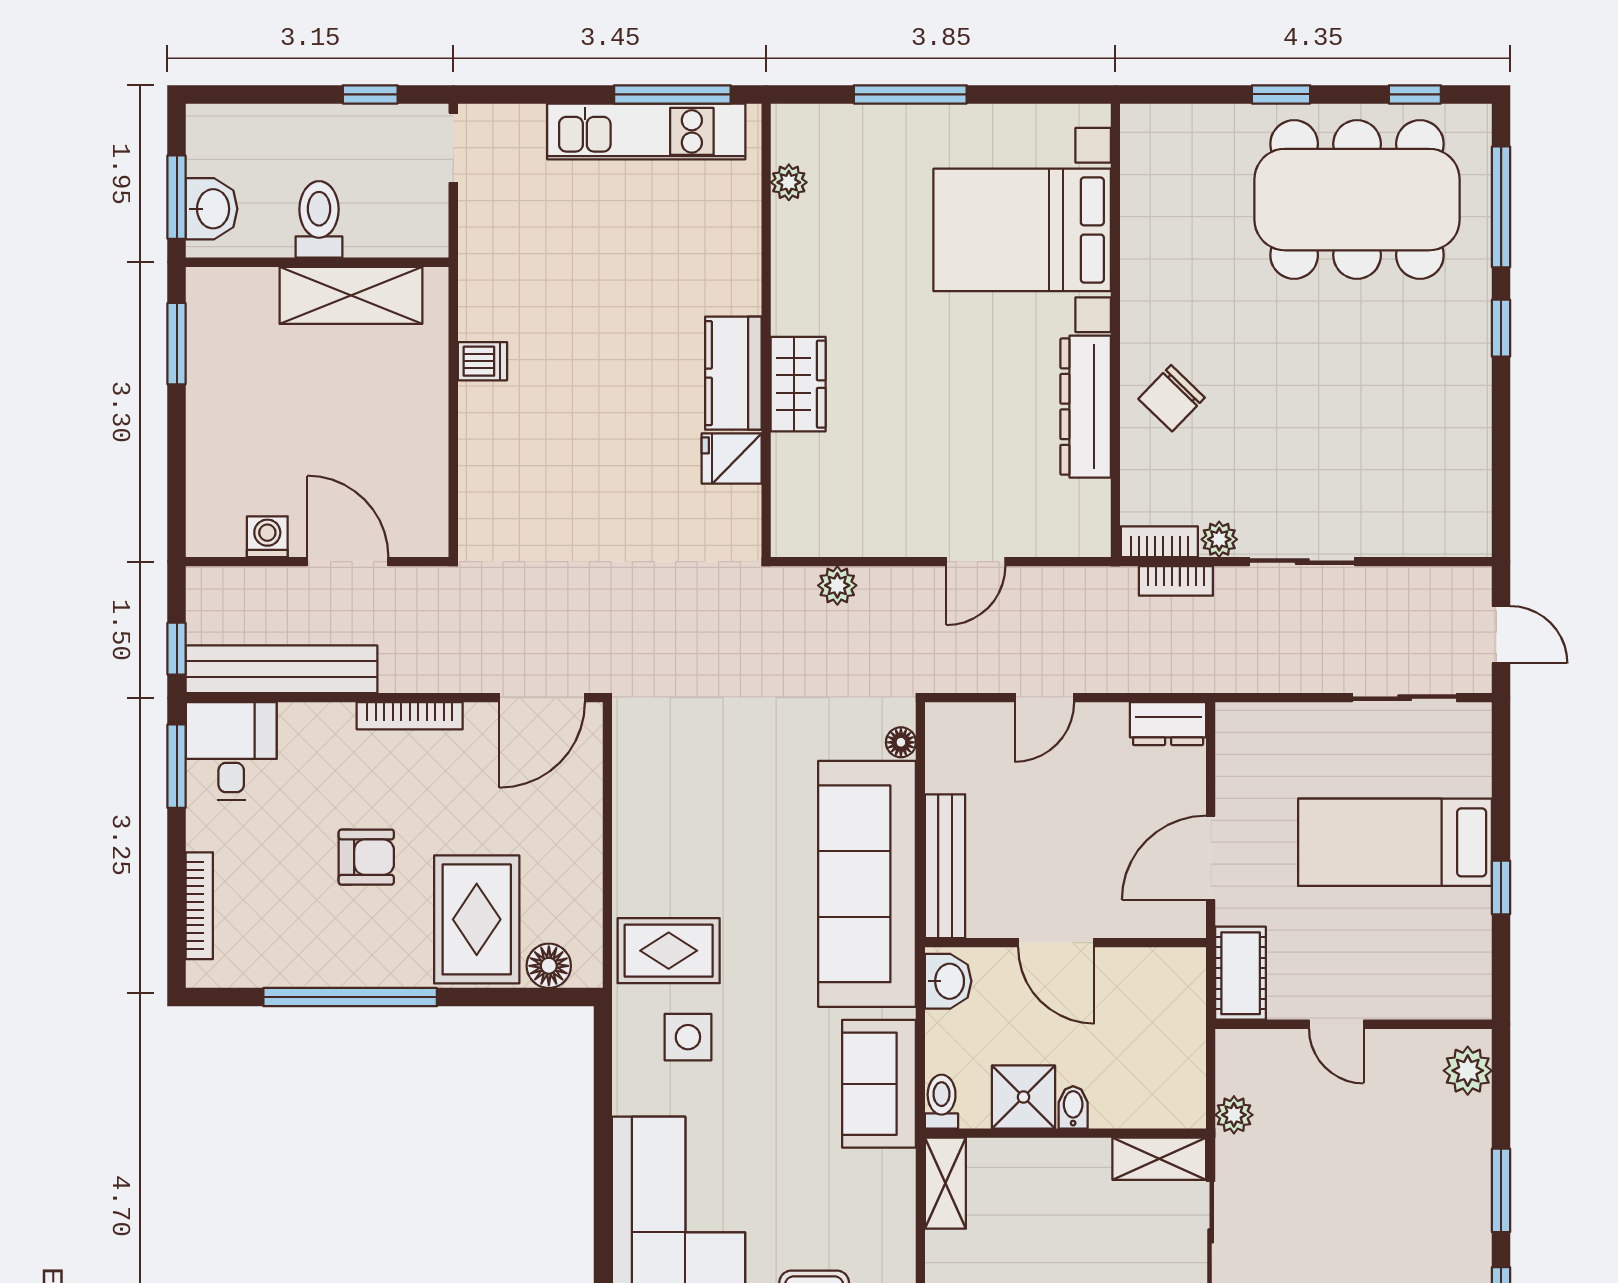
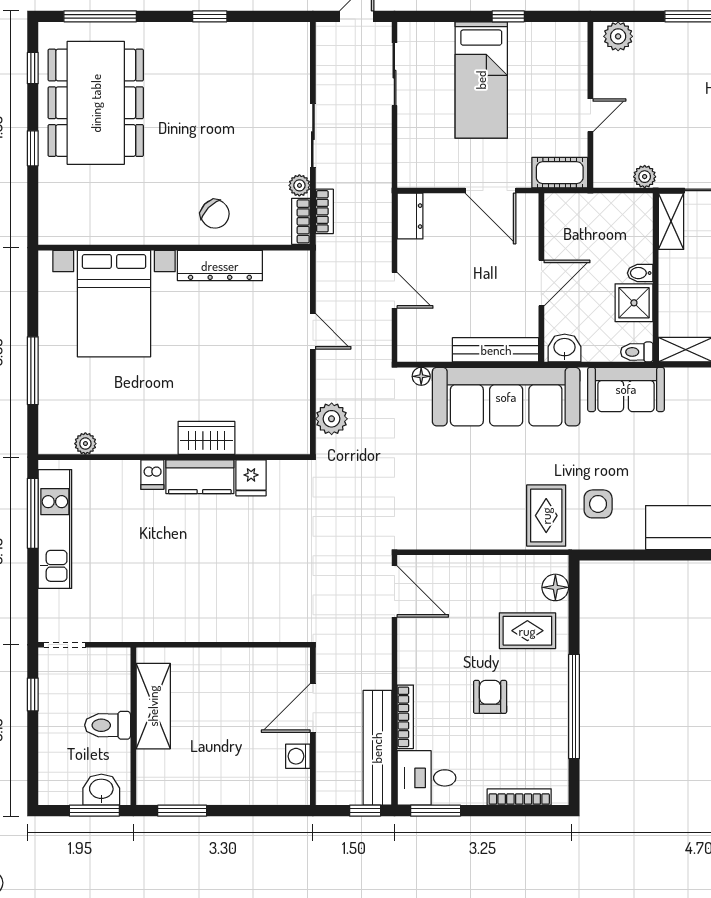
window: (1501, 328) -> (210, 16), moved
dishwasher: (482, 361) -> (152, 475), moved, turned 180
plant: (837, 585) -> (332, 419), width x1.38, depth x1.38
bookcase: (410, 716) -> (405, 717), moved
rug: (477, 919) -> (527, 631), width x0.73, depth x0.70

